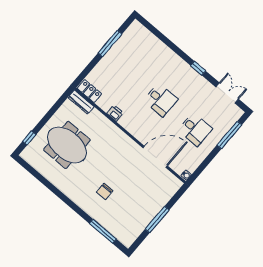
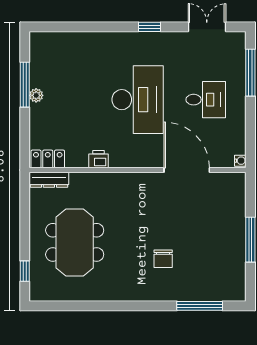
plant: (111, 54) -> (36, 95), added
desk: (161, 100) -> (138, 100), width x1.87, depth x1.30
meeting table: (67, 145) -> (75, 242), turned 90
door: (155, 157) -> (187, 170), hinge flipped

